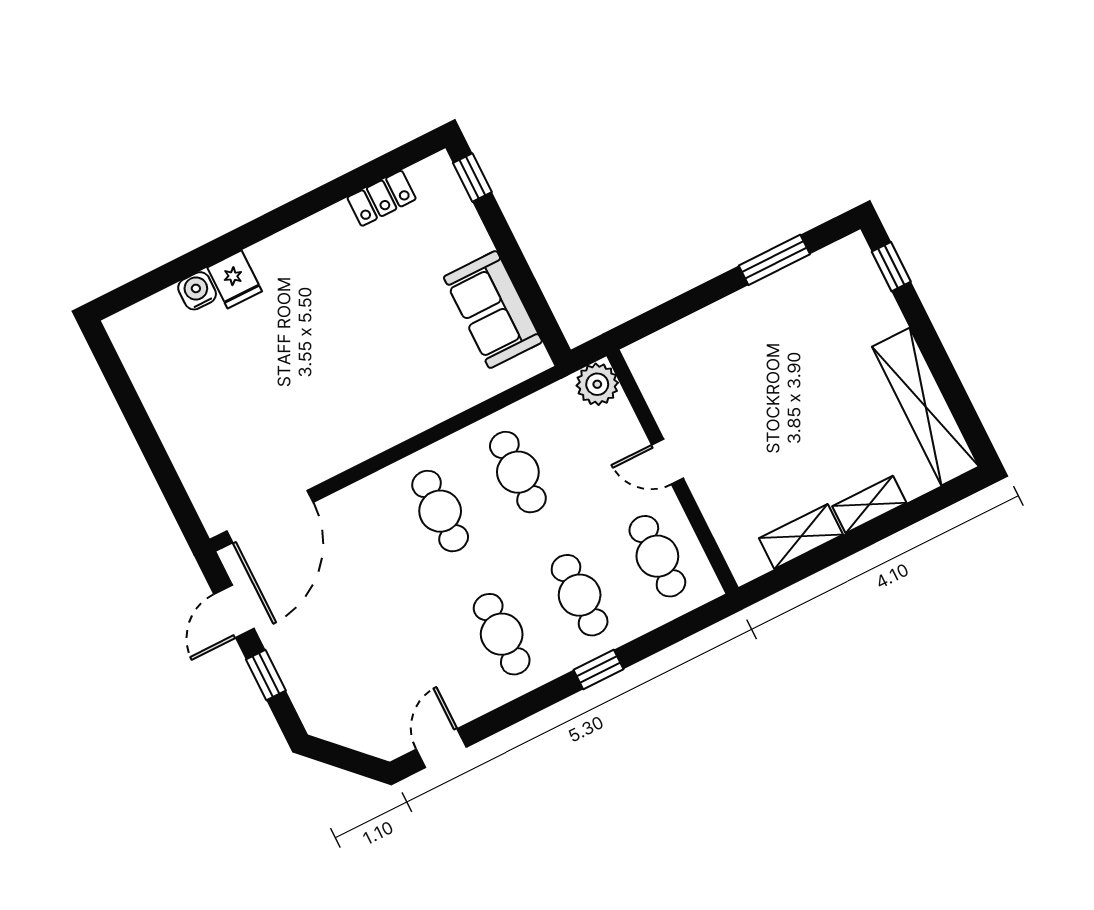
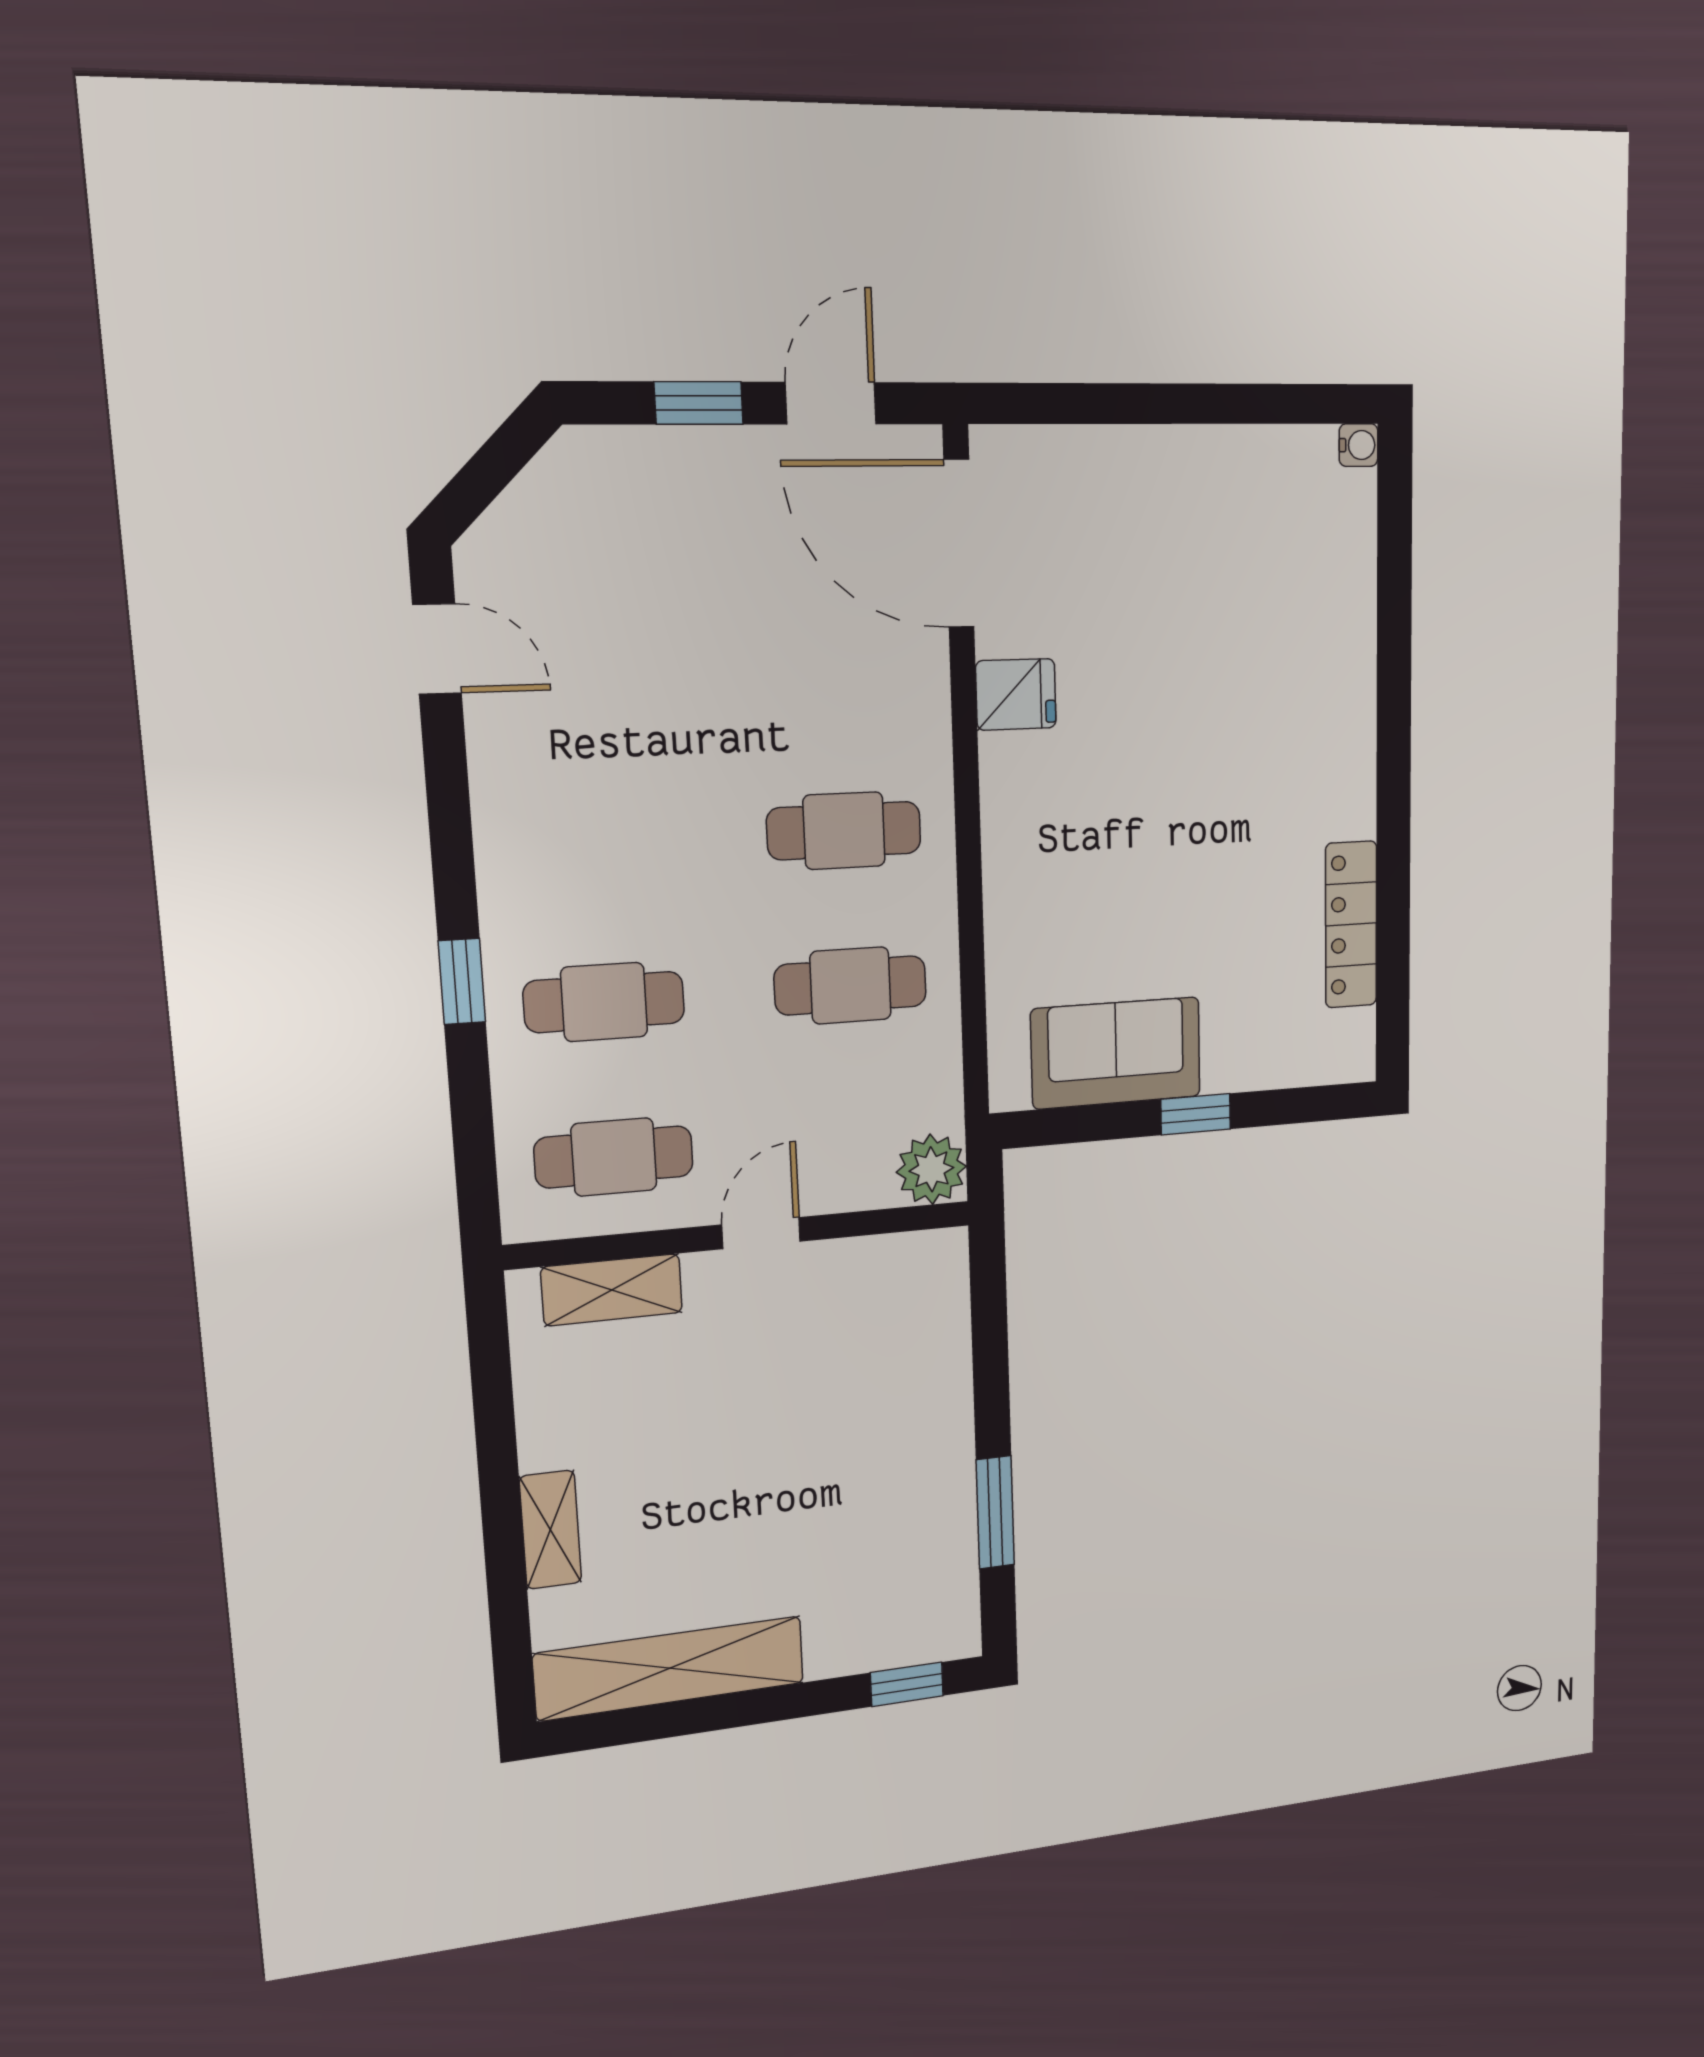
window: (472, 177) -> (1196, 1114), moved
locker: (382, 198) -> (1351, 925), width x1.53
fridge: (235, 279) -> (1016, 694), moved, turned 180
water cooler: (197, 291) -> (1359, 445), moved, width x0.72, depth x0.72
shelving: (801, 536) -> (612, 1290), moved, turned 90
door: (234, 611) -> (831, 403), hinge flipped
cafe table: (502, 634) -> (594, 843), removed

